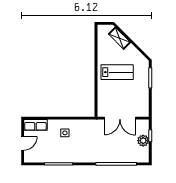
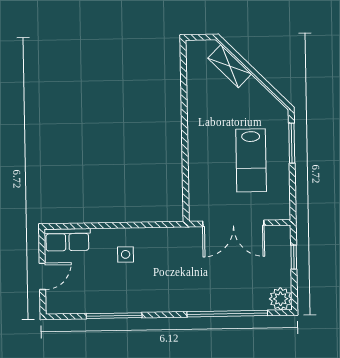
lab bench: (117, 72) -> (251, 160), moved, turned 90
plant: (143, 141) -> (281, 299), moved

